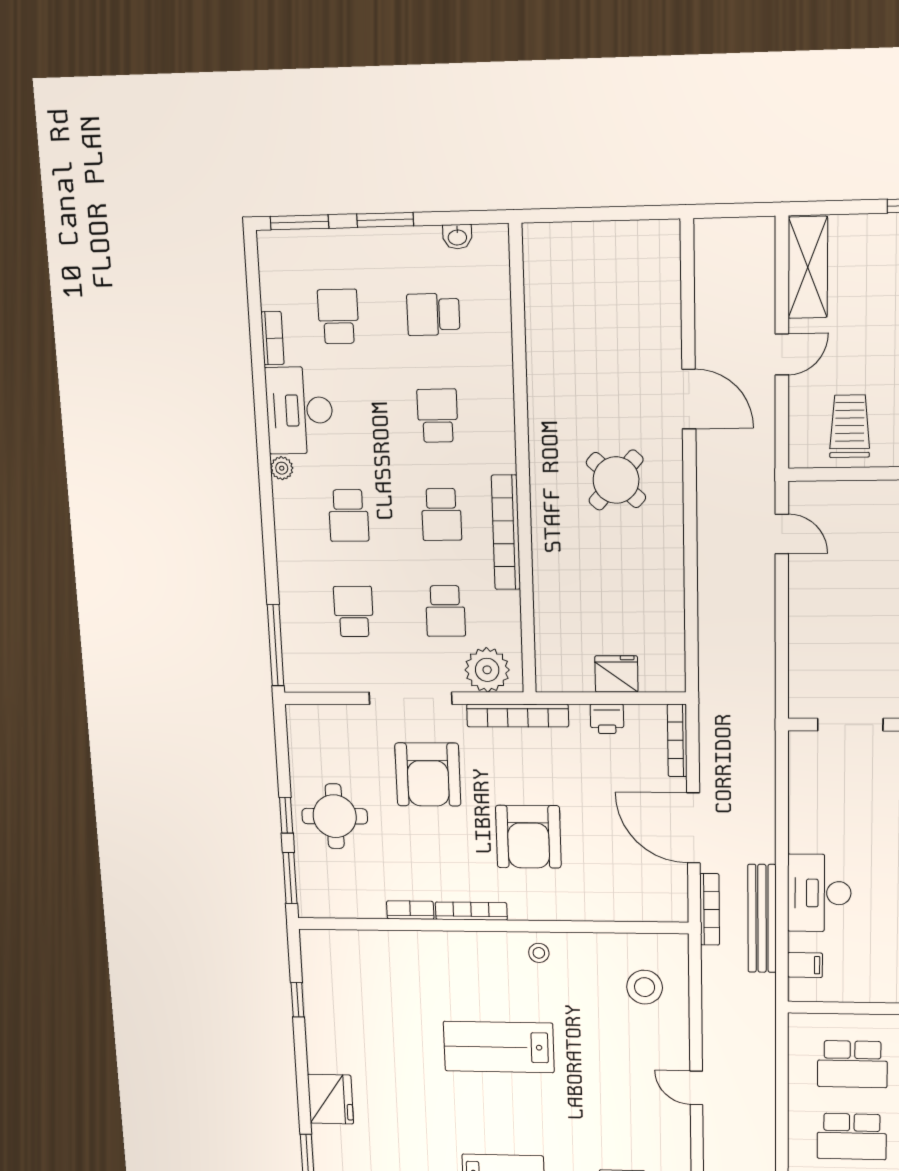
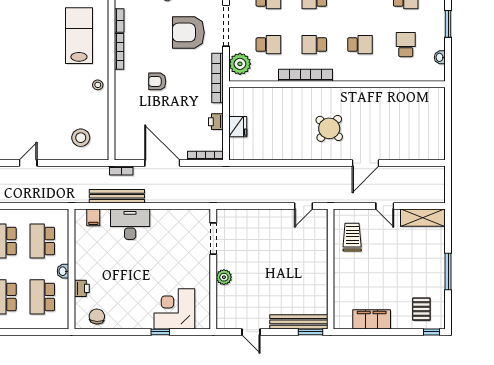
trolley: (850, 426) -> (352, 237), turned -90
school desk: (445, 611) -> (268, 45), turned 180
door: (693, 828) -> (162, 163), hinge flipped
armchair: (528, 837) -> (157, 81), width x0.53, depth x0.53
bookcase: (710, 909) -> (121, 171), width x0.64
lab bench: (499, 1047) -> (79, 36), moved

